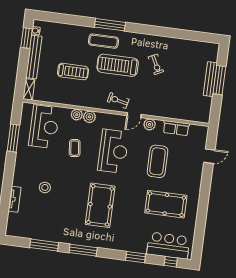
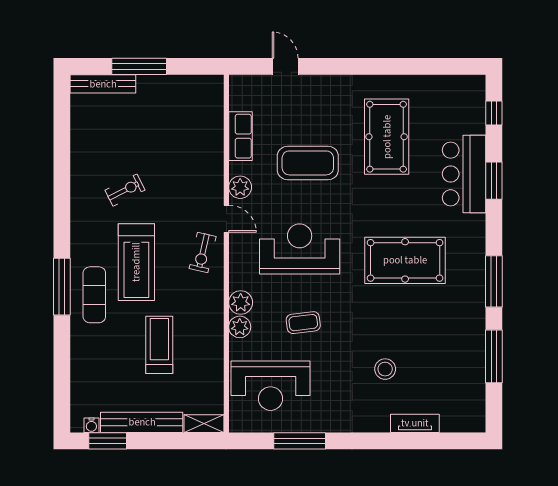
bench: (210, 79) -> (103, 84), moved
reception desk: (44, 127) -> (271, 386), turned 180
bar counter: (168, 246) -> (464, 174), moved

